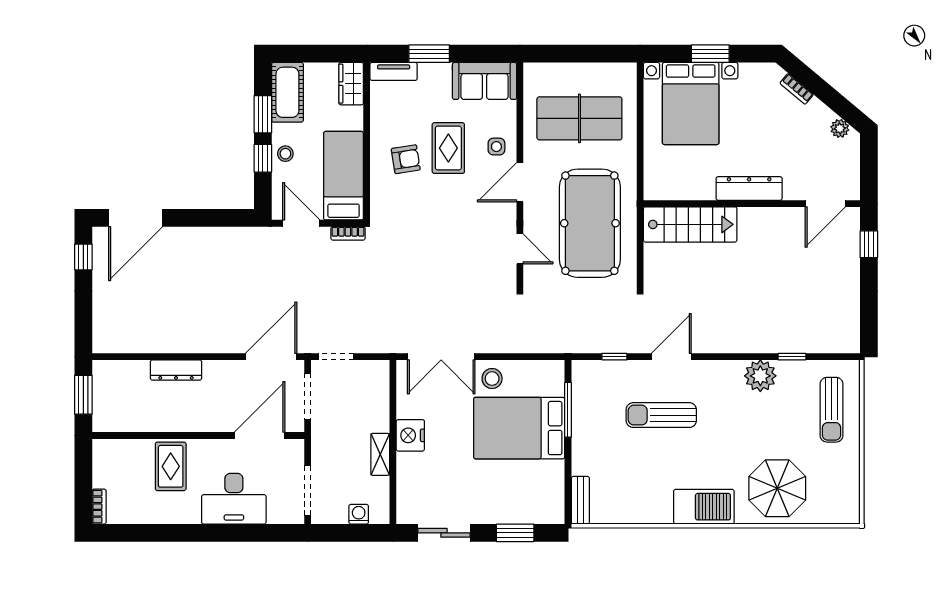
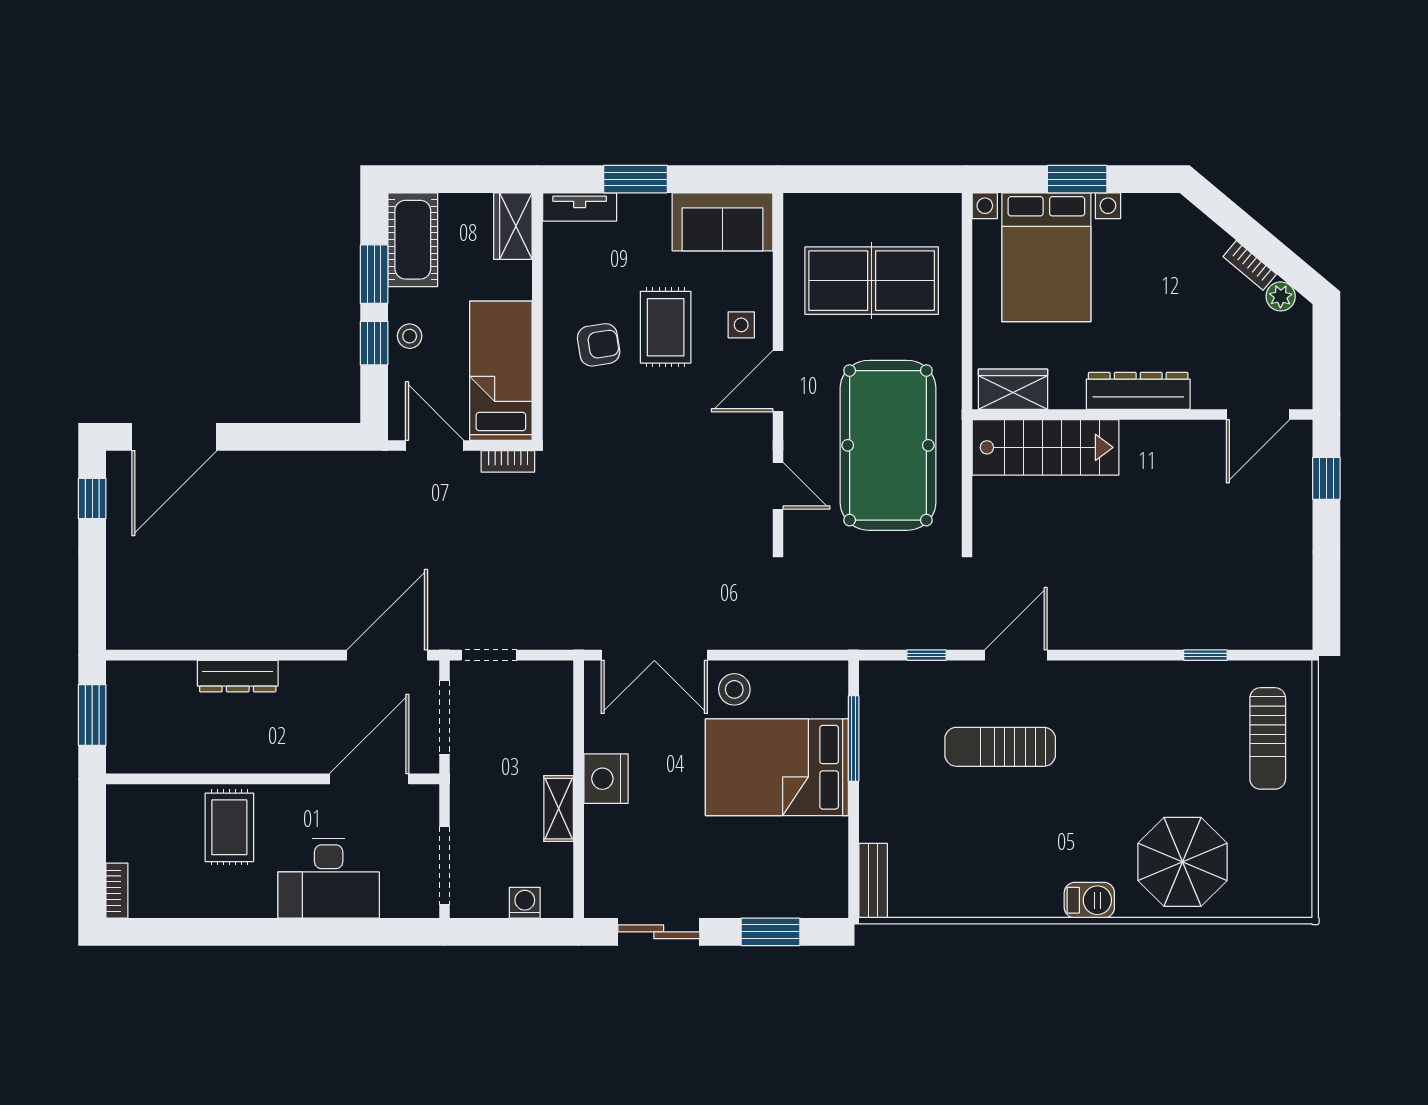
bookcase: (797, 89) -> (1250, 265), moved
wardrobe: (669, 187) -> (1013, 389), added
plant: (760, 376) -> (1156, 685), removed
barbecue: (704, 507) -> (1089, 900), width x0.53, depth x0.65

